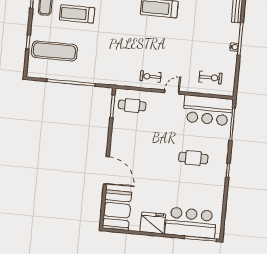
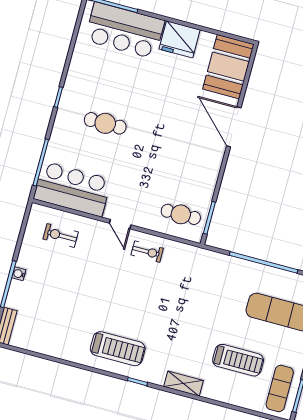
door: (172, 92) -> (120, 224), hinge flipped

